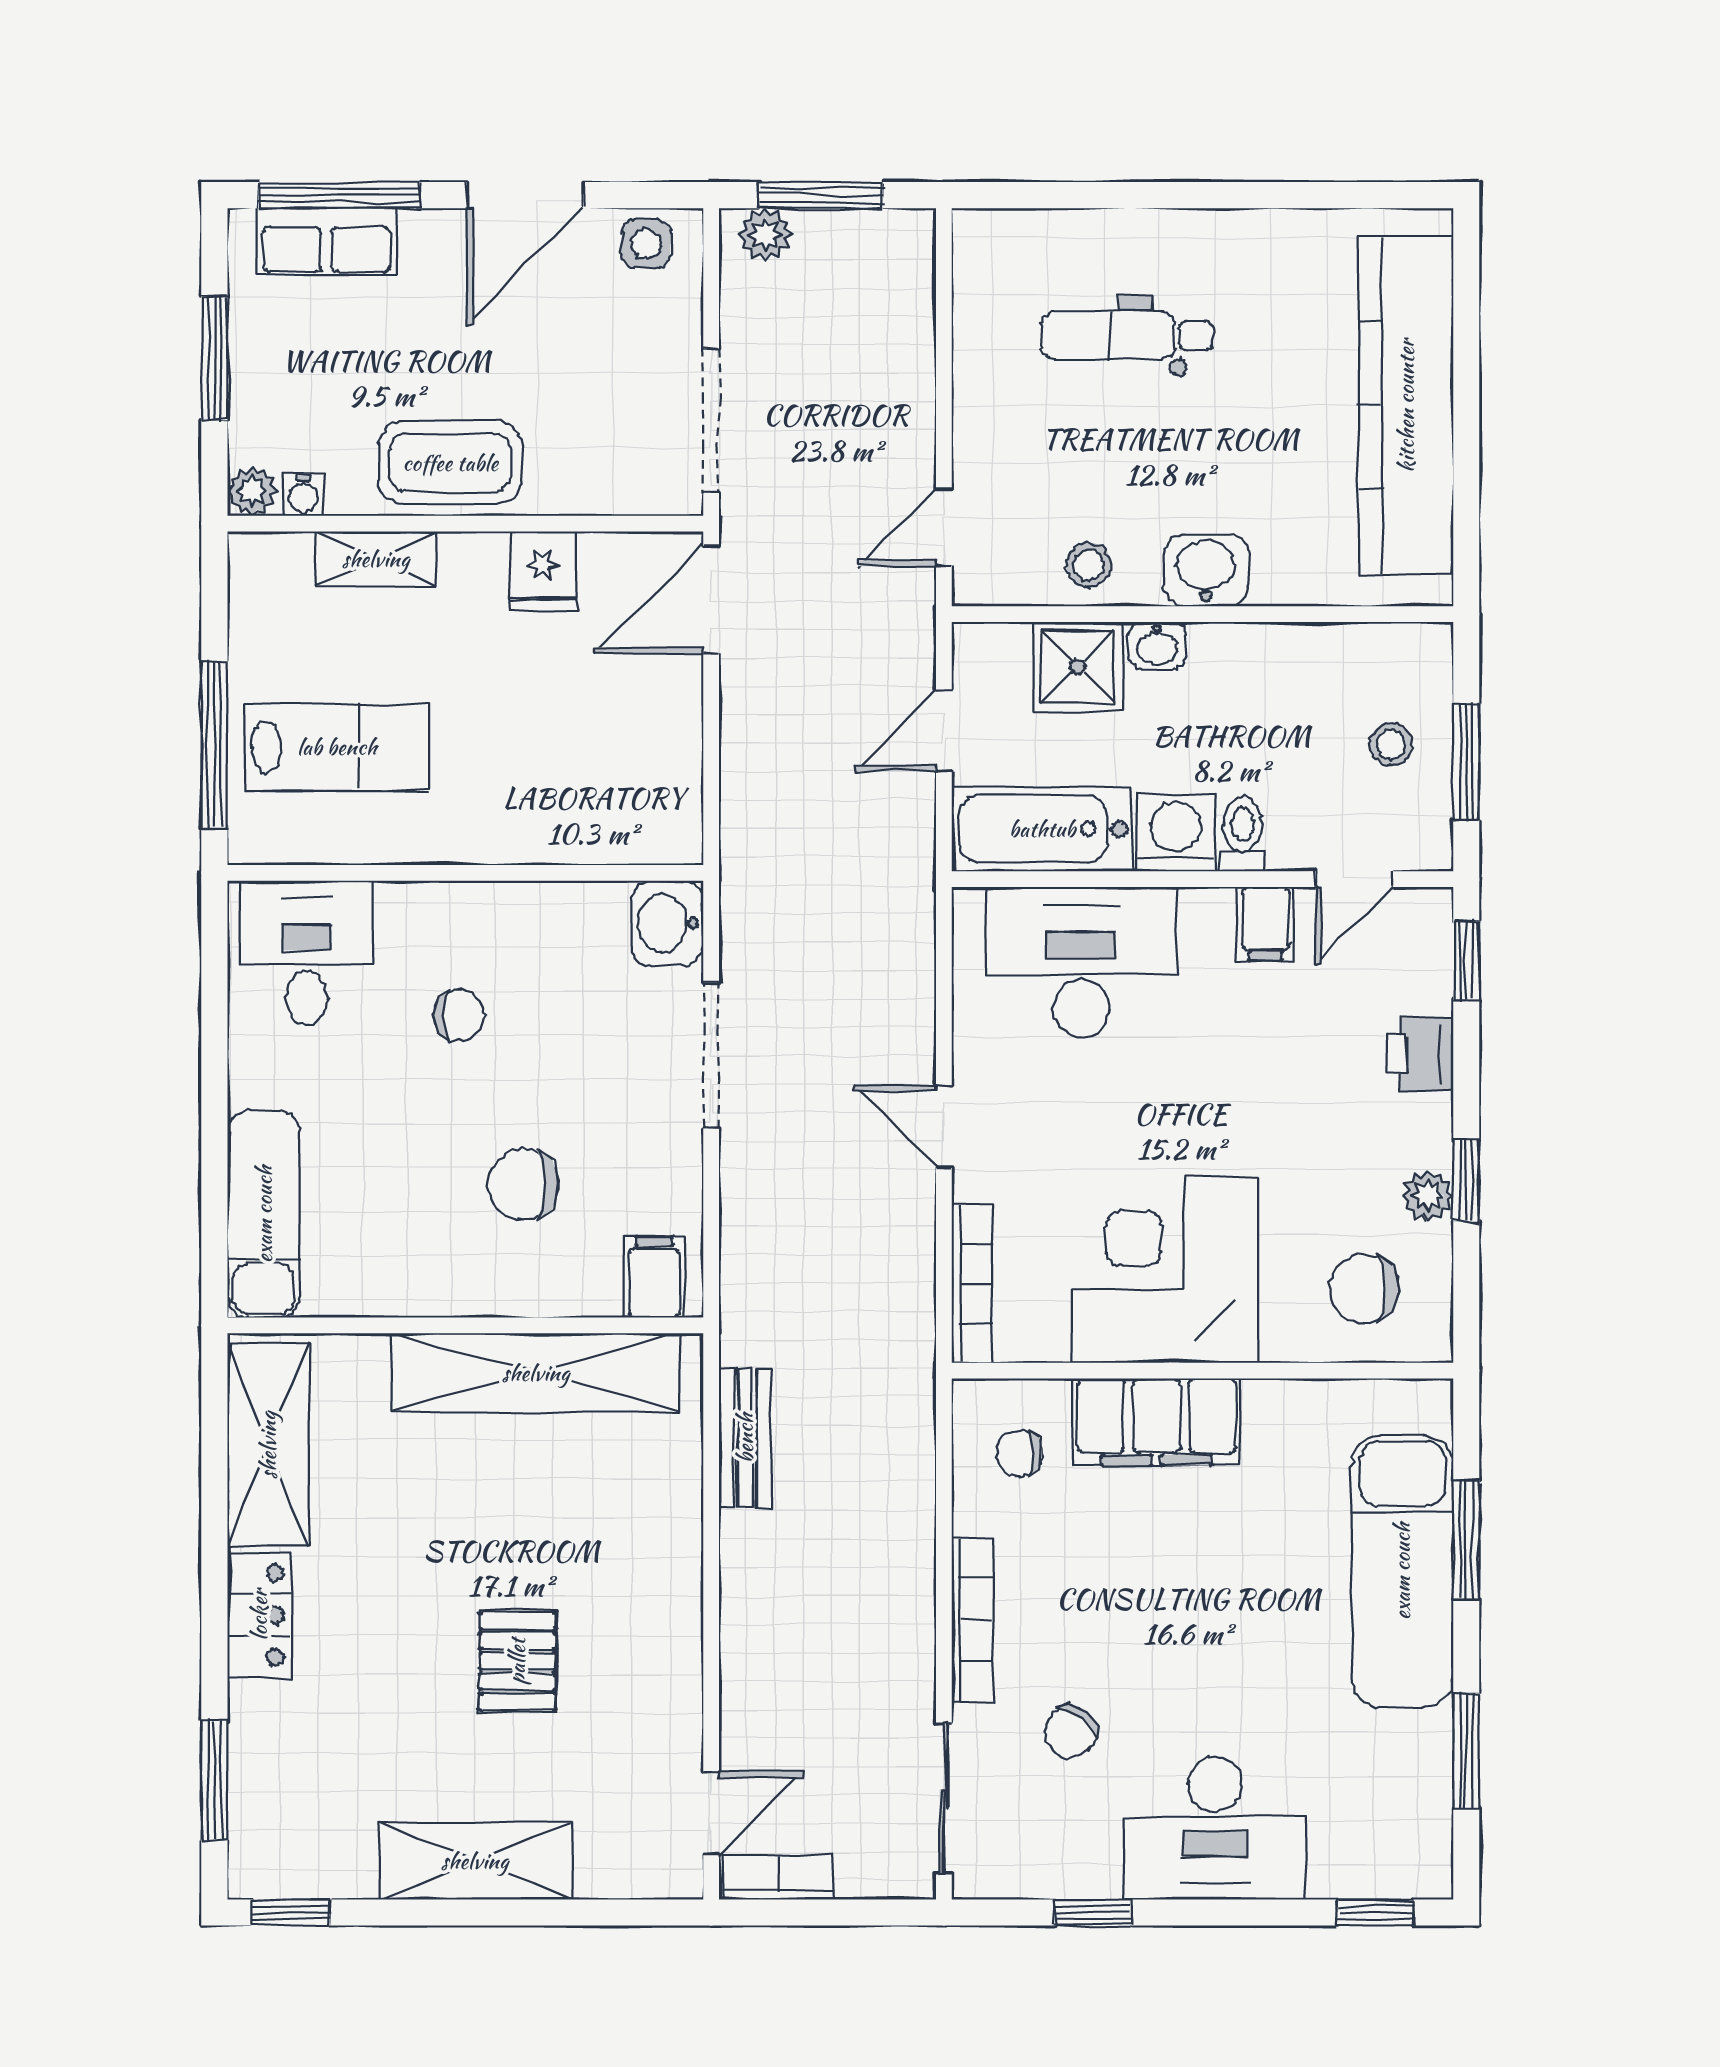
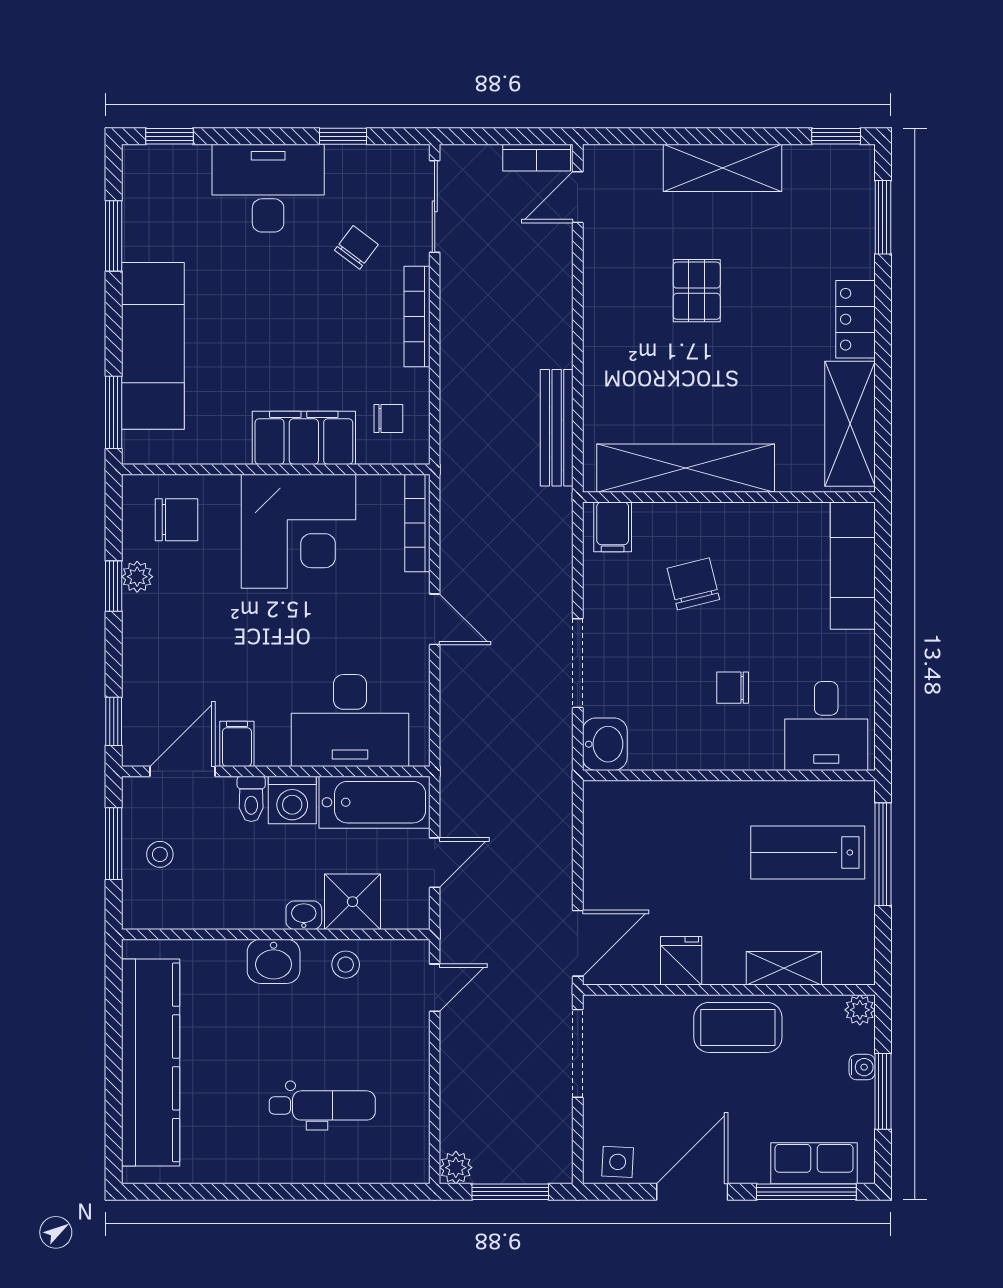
plant: (765, 235) -> (456, 1168), moved
water cooler: (303, 495) -> (862, 1067), moved, turned 90
door: (1354, 879) -> (182, 771), width x1.38
printer: (1420, 1054) -> (142, 664), removed
chair: (523, 1184) -> (693, 584), turned -104
bench: (745, 1438) -> (557, 428), width x1.36
window: (1466, 1539) -> (114, 412), moved

